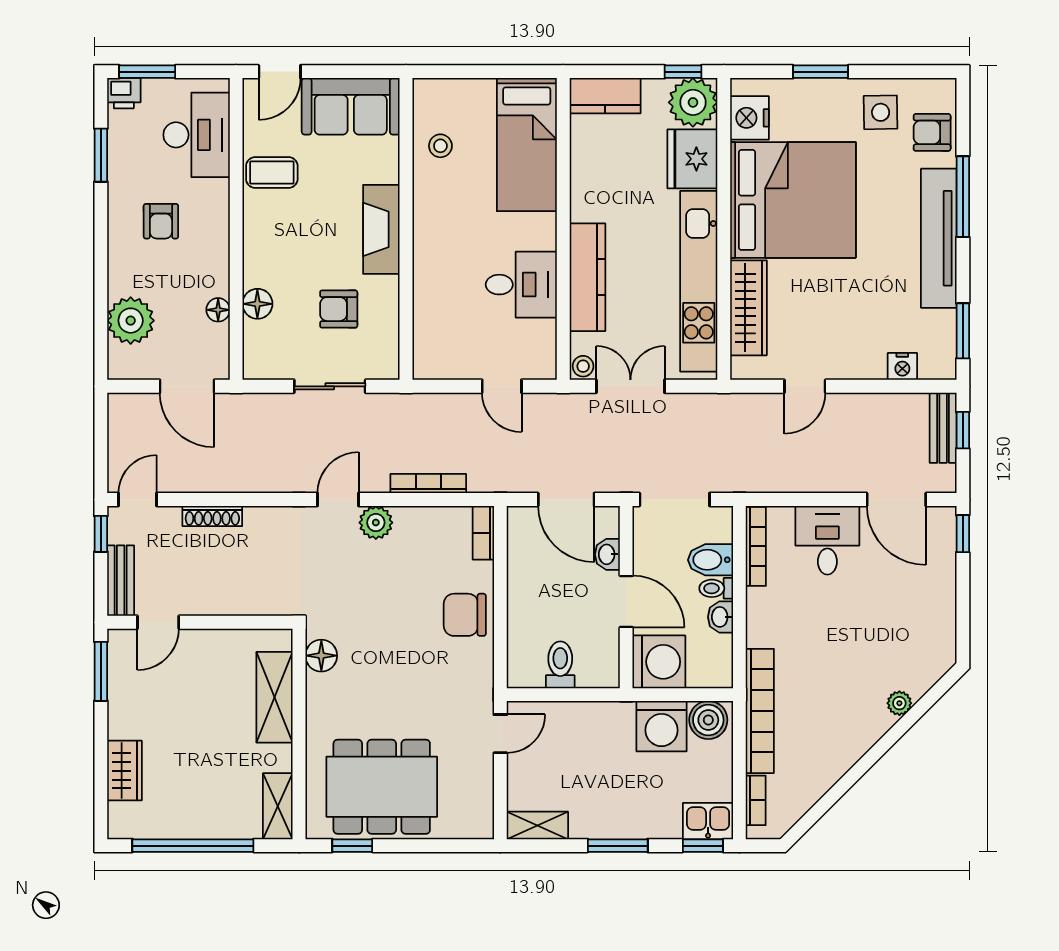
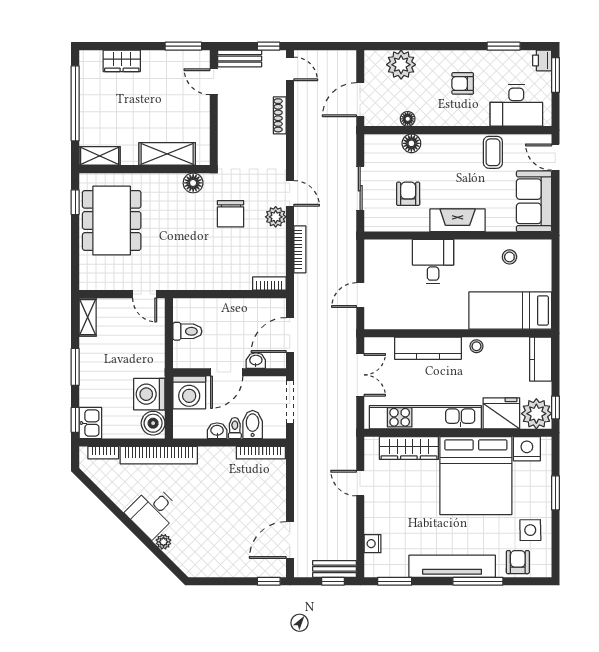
desk: (521, 285) -> (433, 262), moved, turned 180
stool: (583, 366) -> (476, 346), moved
desk: (827, 540) -> (153, 512), moved, turned 135
chair: (465, 615) -> (231, 214), moved, turned 180

